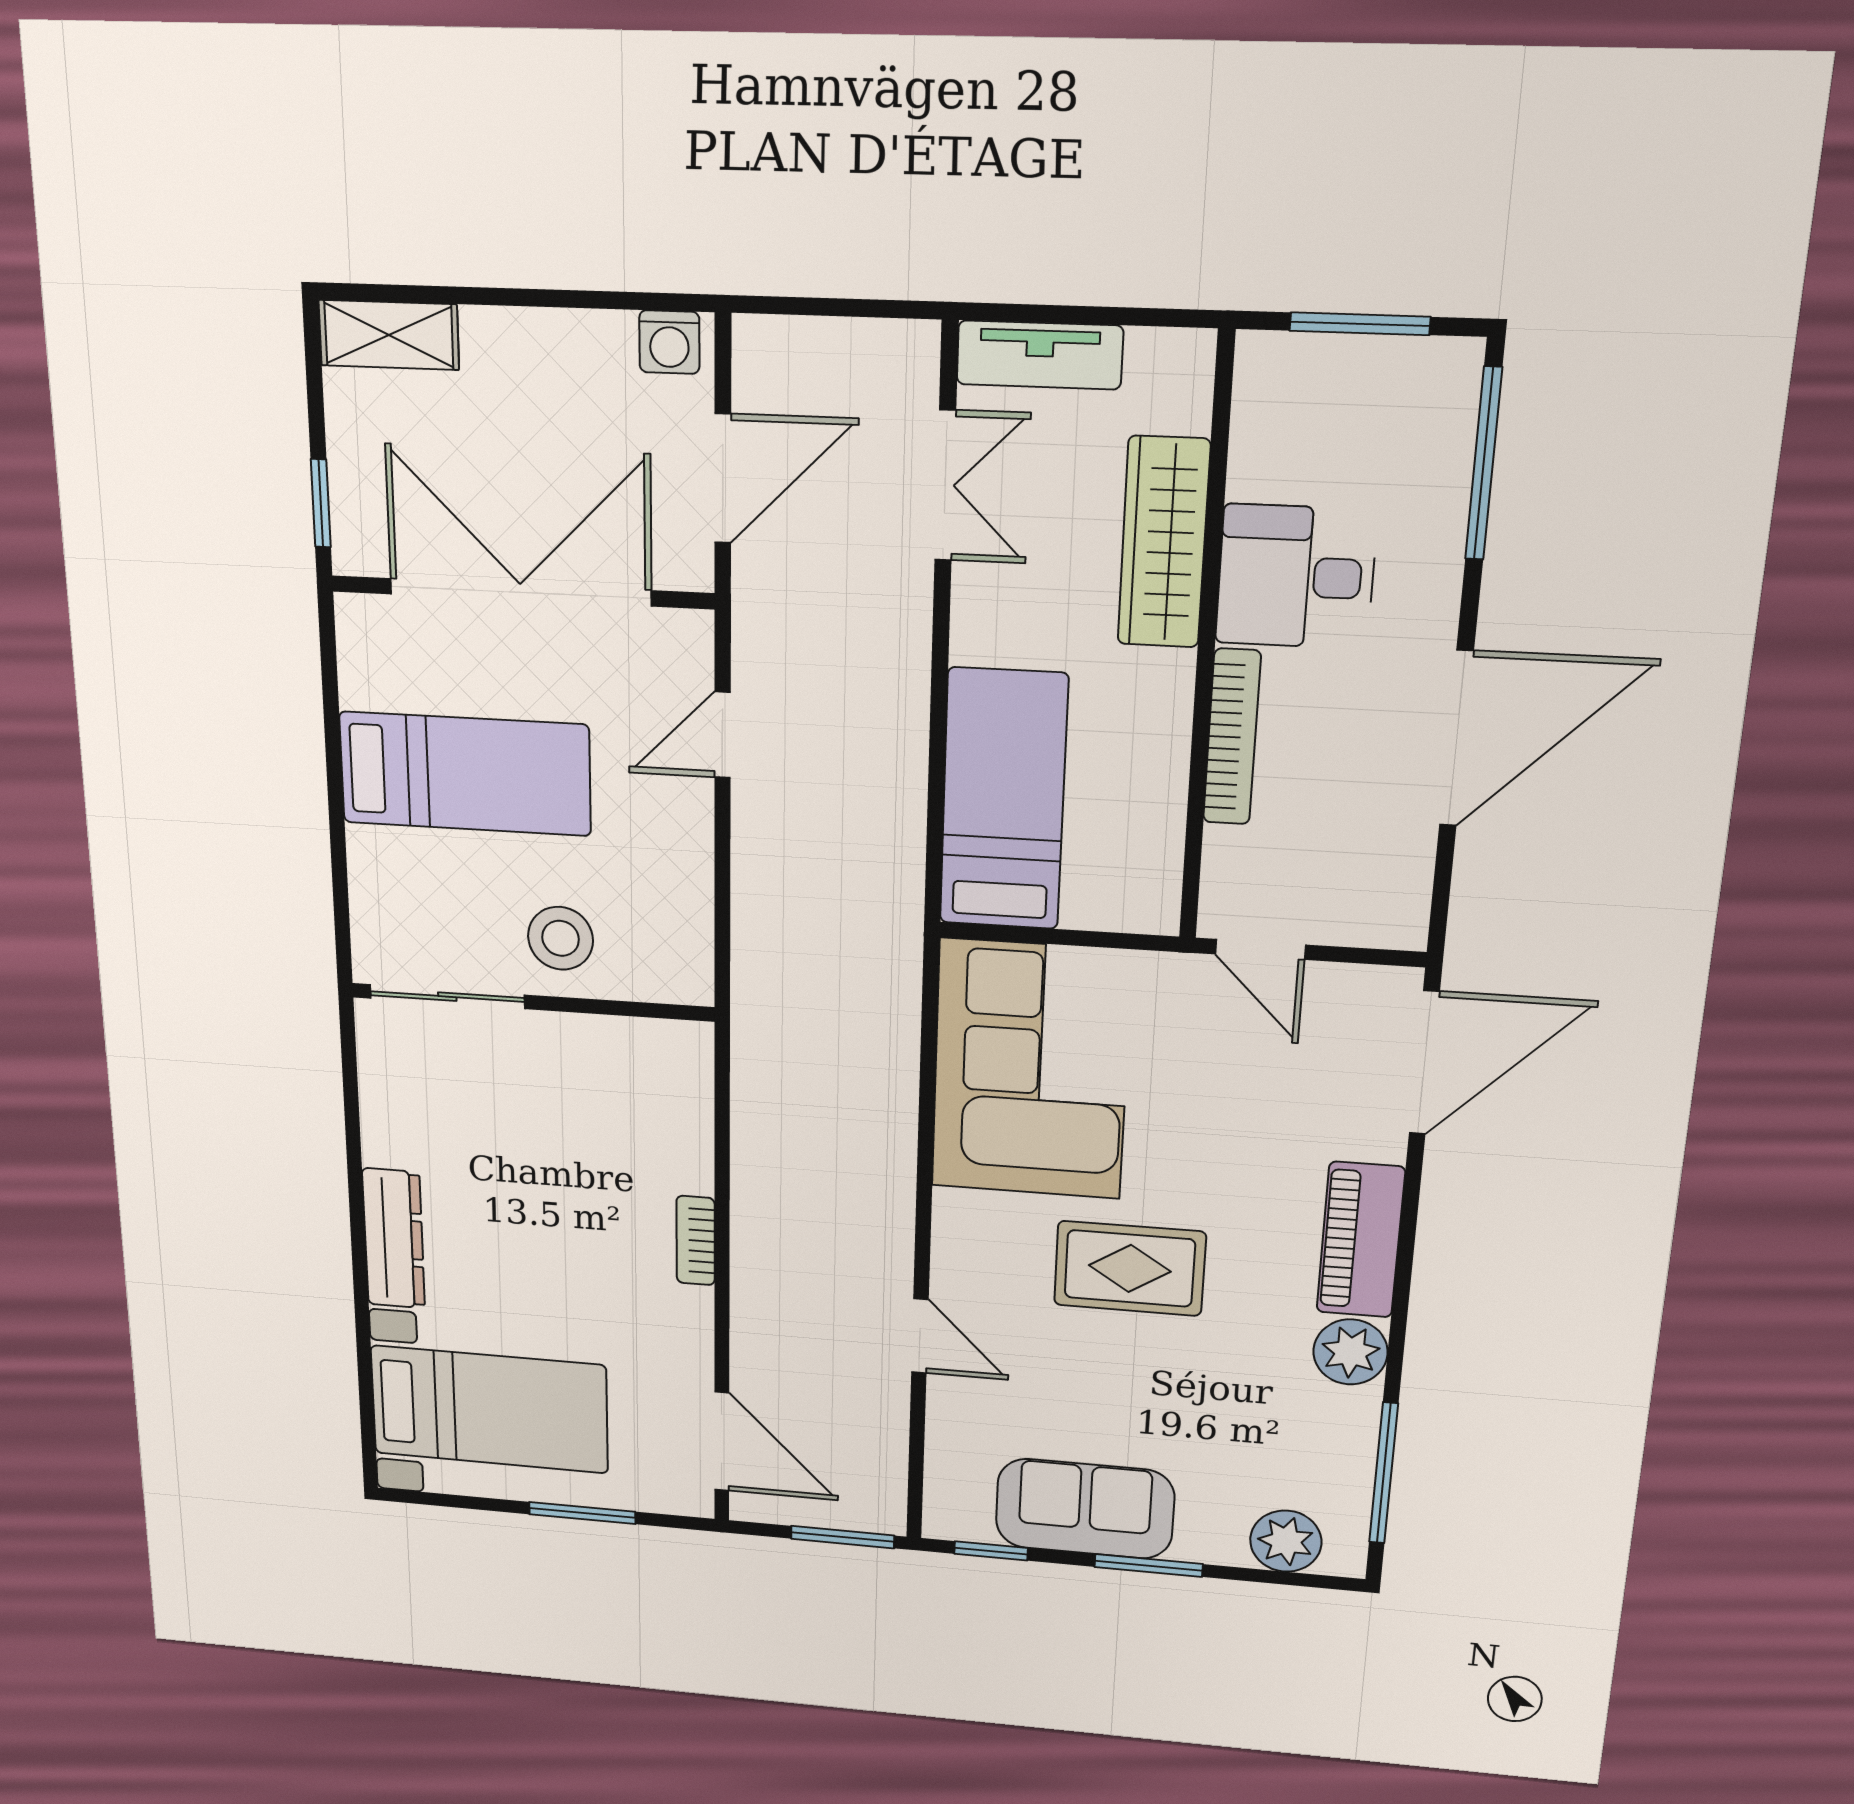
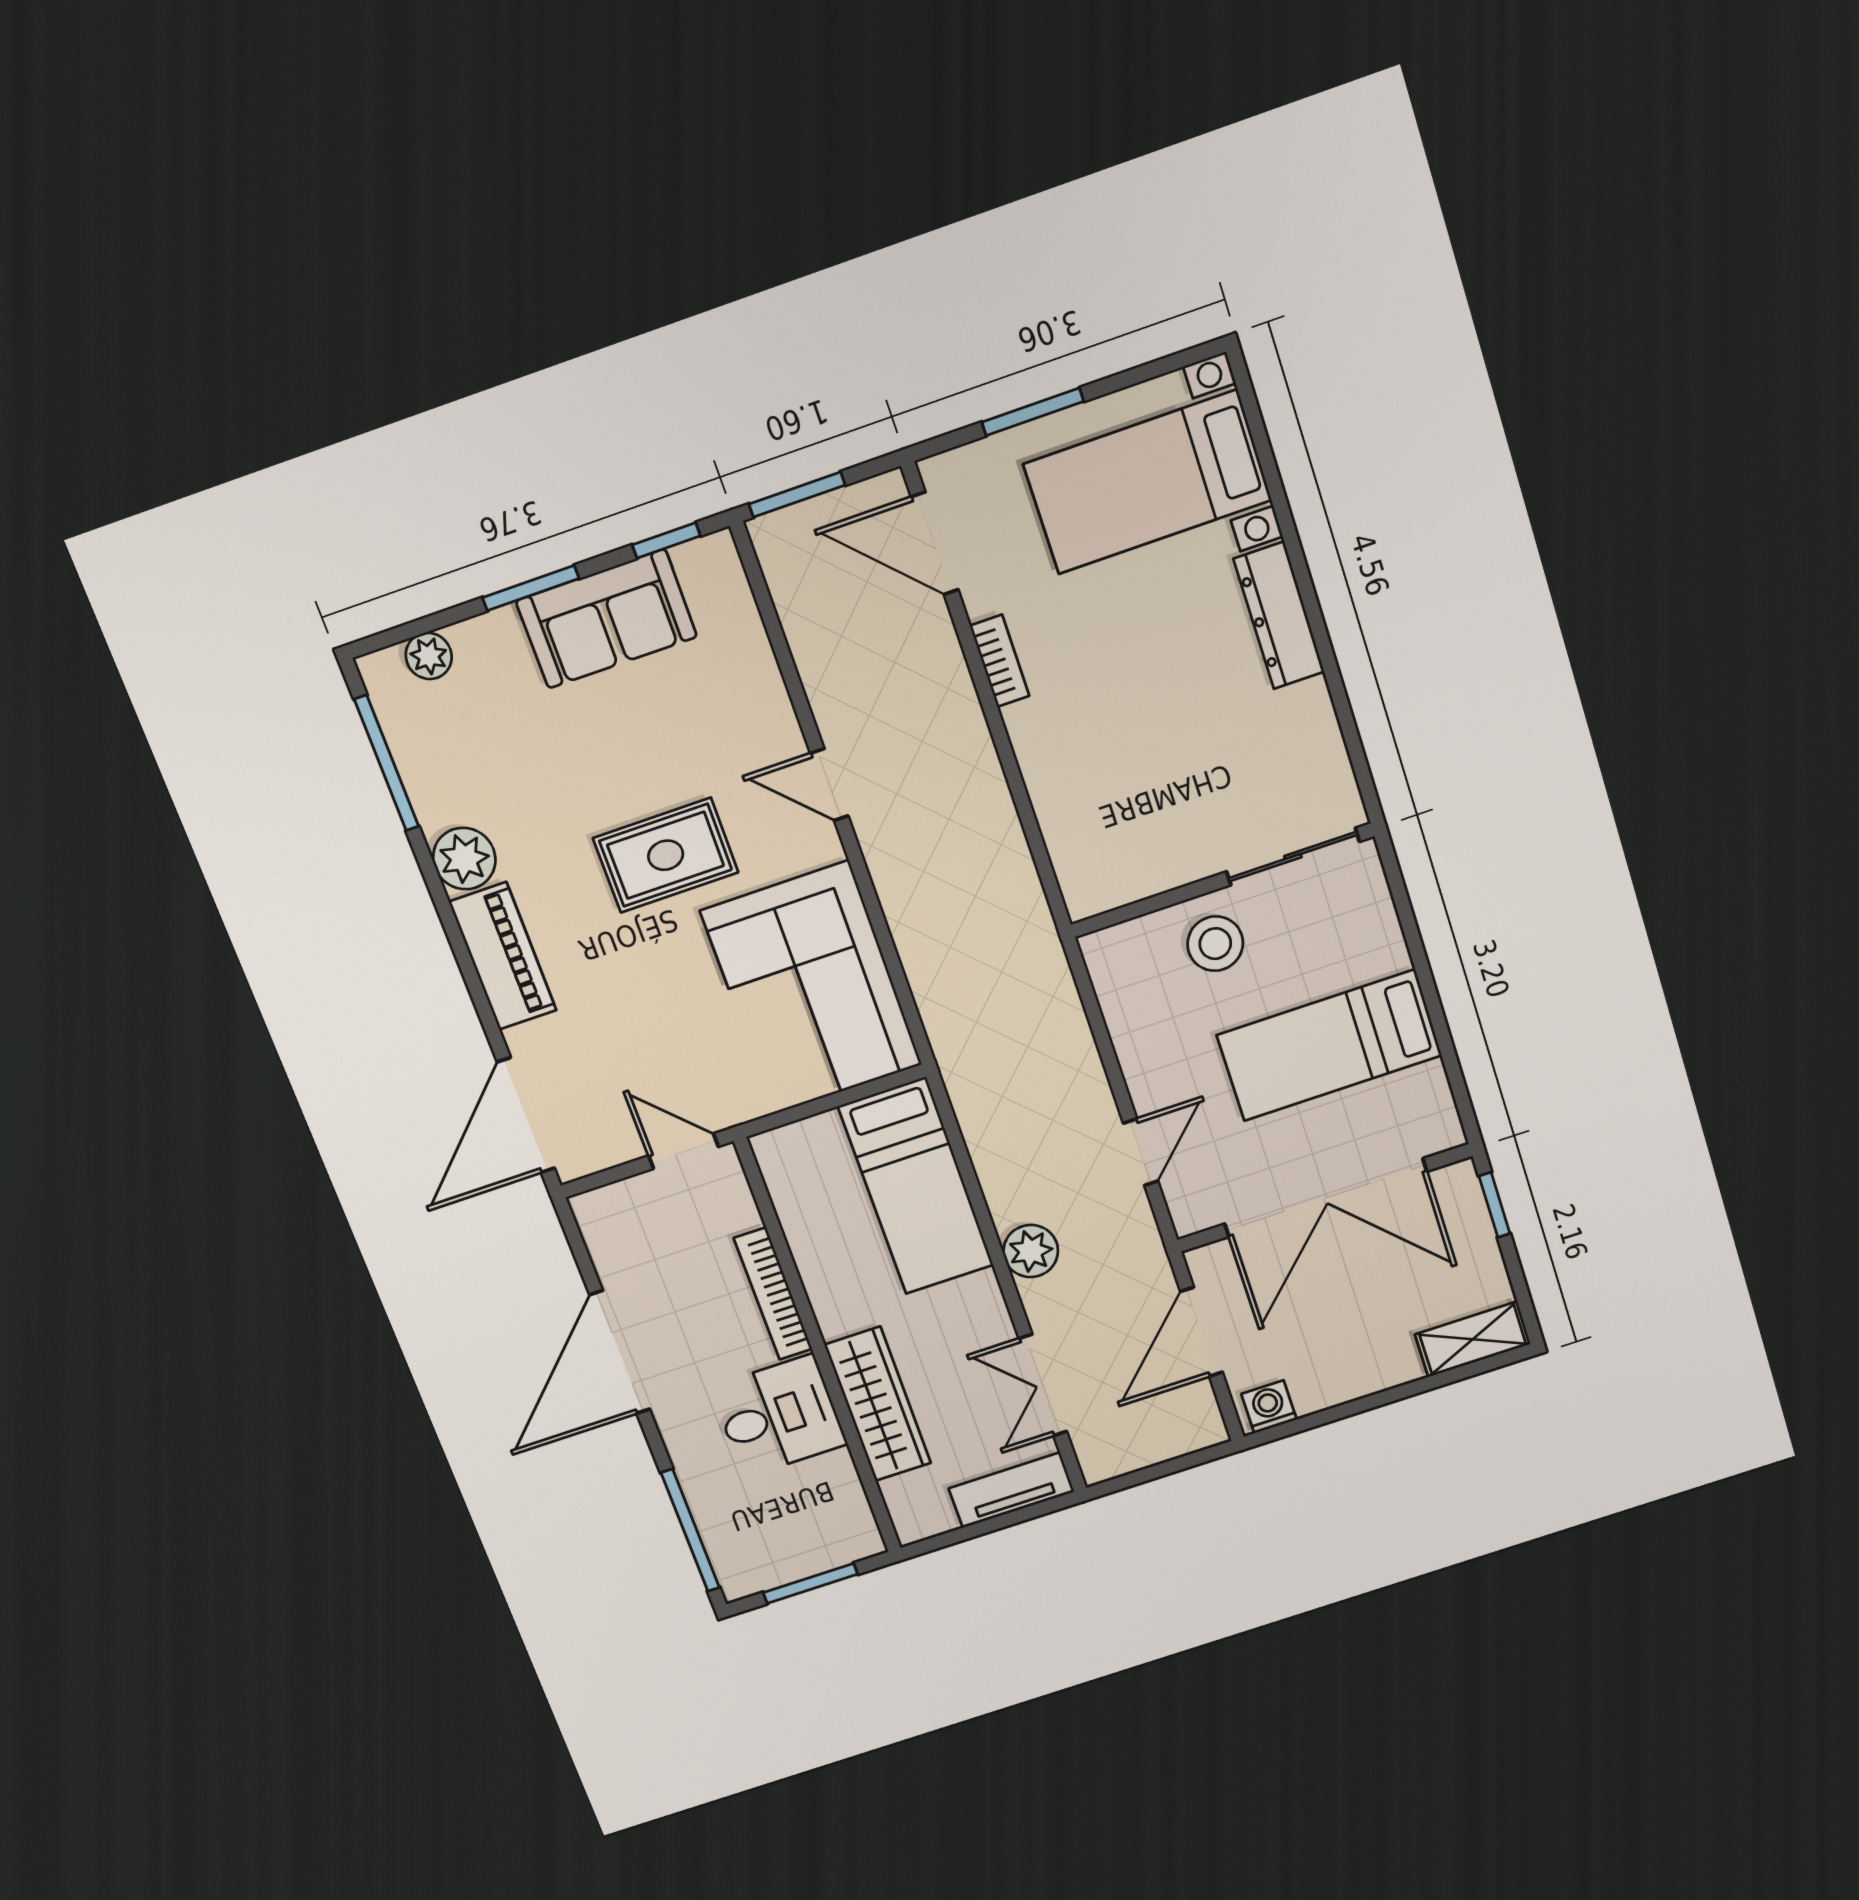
plant: (896, 666) -> (1031, 1251), added
bookcase: (696, 1241) -> (1000, 661), moved
door: (920, 1336) -> (829, 785), moved
plant: (1286, 1541) -> (429, 656), width x0.73, depth x0.73

